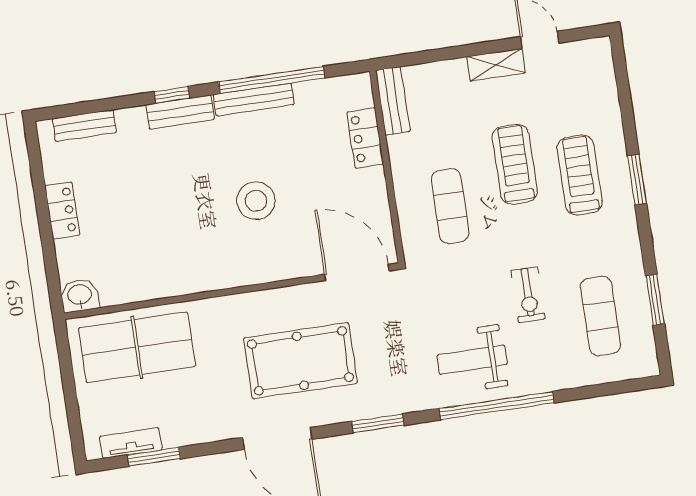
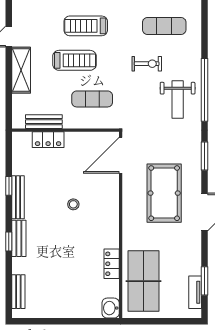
shelving: (496, 65) -> (21, 70), width x1.50, depth x1.33
window: (272, 80) -> (9, 186), width x0.32
bench: (393, 101) -> (44, 122), moved
treadmill: (515, 164) -> (75, 60), turned 180
stool: (256, 201) -> (73, 204), width x0.53, depth x0.53
locker: (62, 210) -> (112, 264), moved, turned -90

